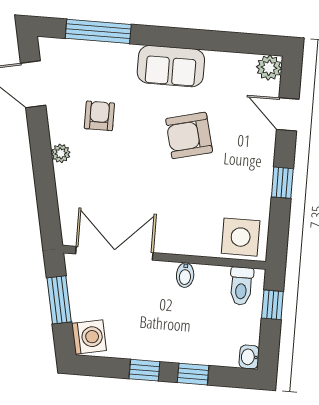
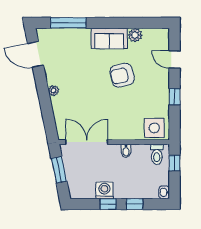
plant: (269, 68) -> (135, 35), moved
armchair: (99, 116) -> (73, 69), removed
washing machine: (89, 337) -> (104, 190), moved, turned -79

